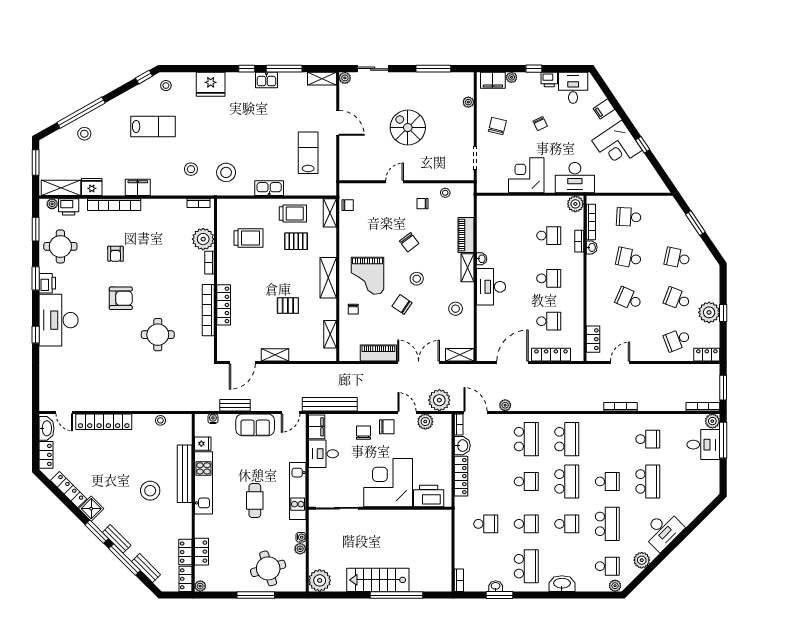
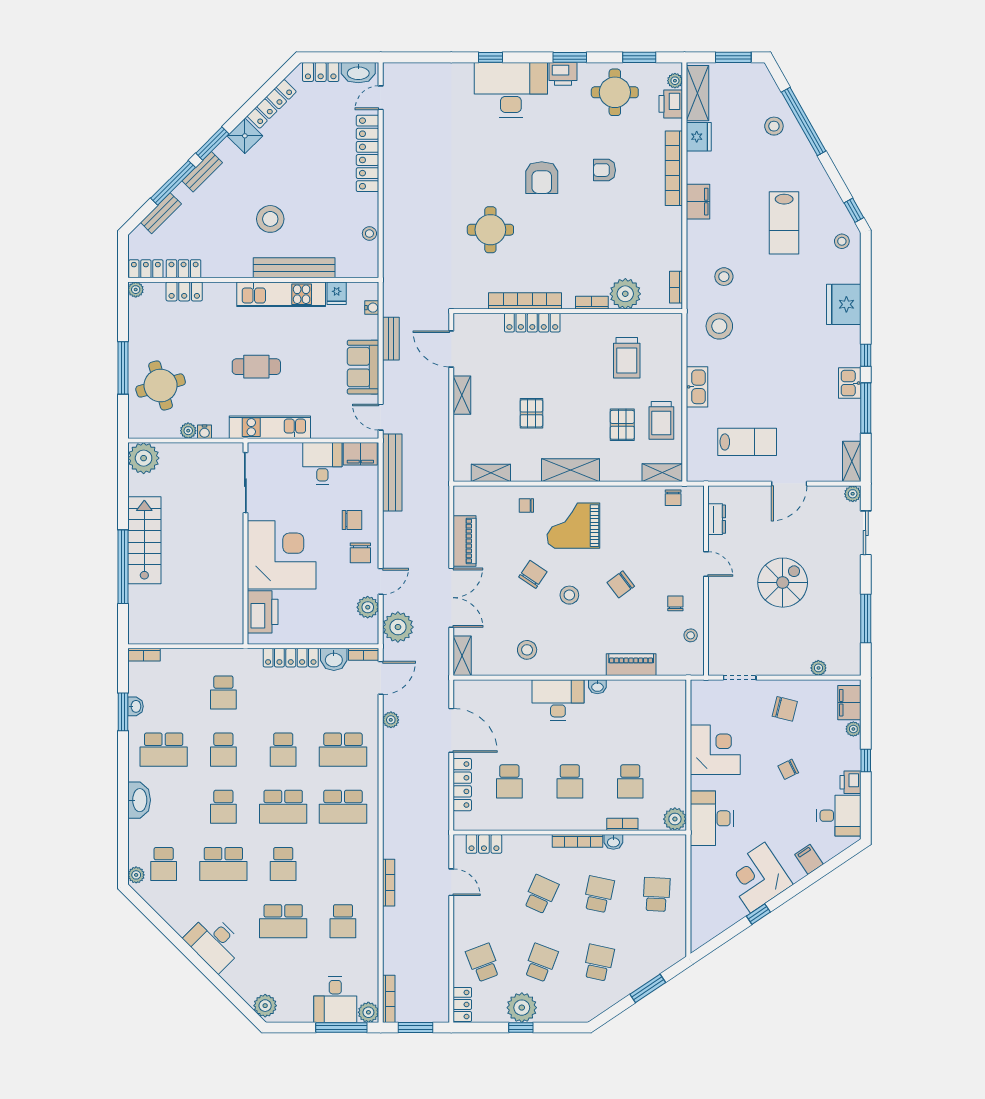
dresser: (363, 174) -> (717, 519), added
bookcase: (591, 222) -> (577, 841), moved
shelving: (467, 268) -> (585, 667), removed
plant: (642, 560) -> (265, 1006), moved

